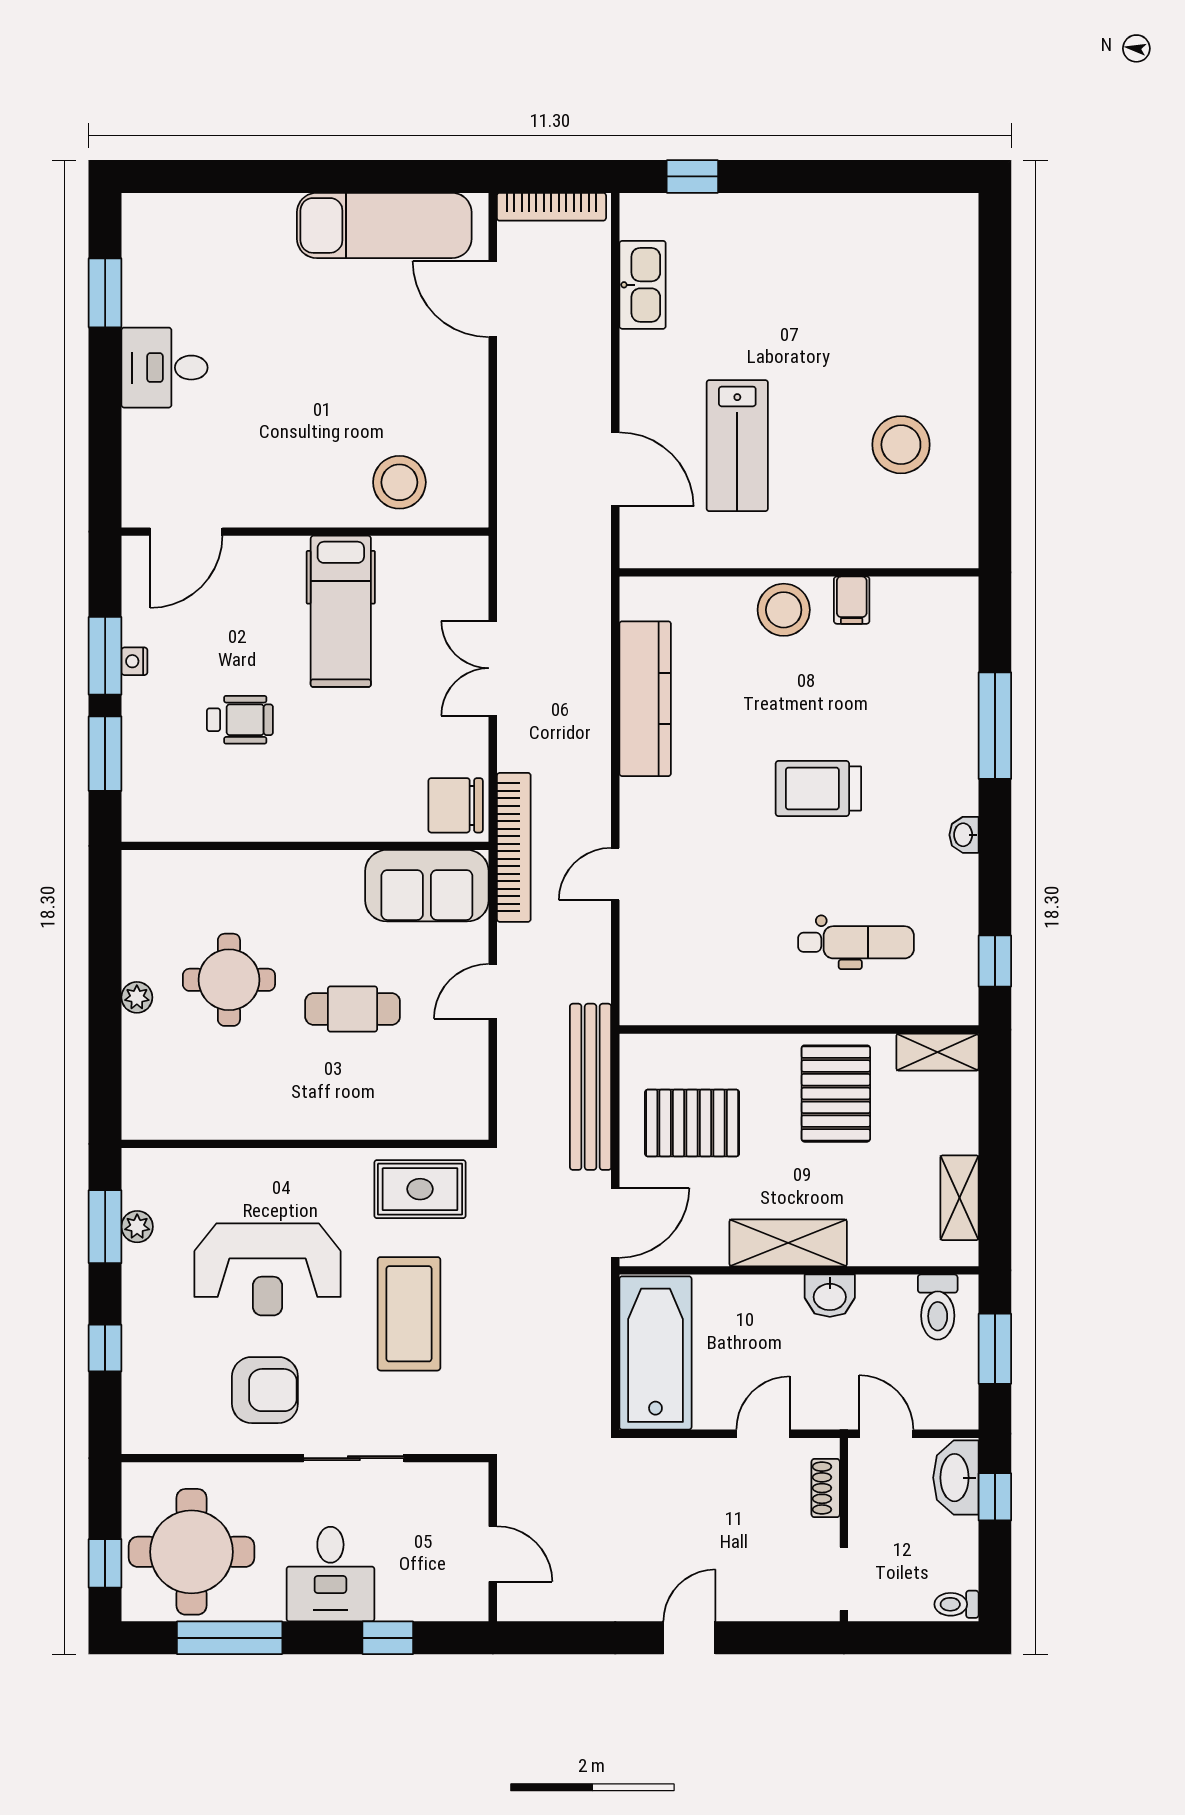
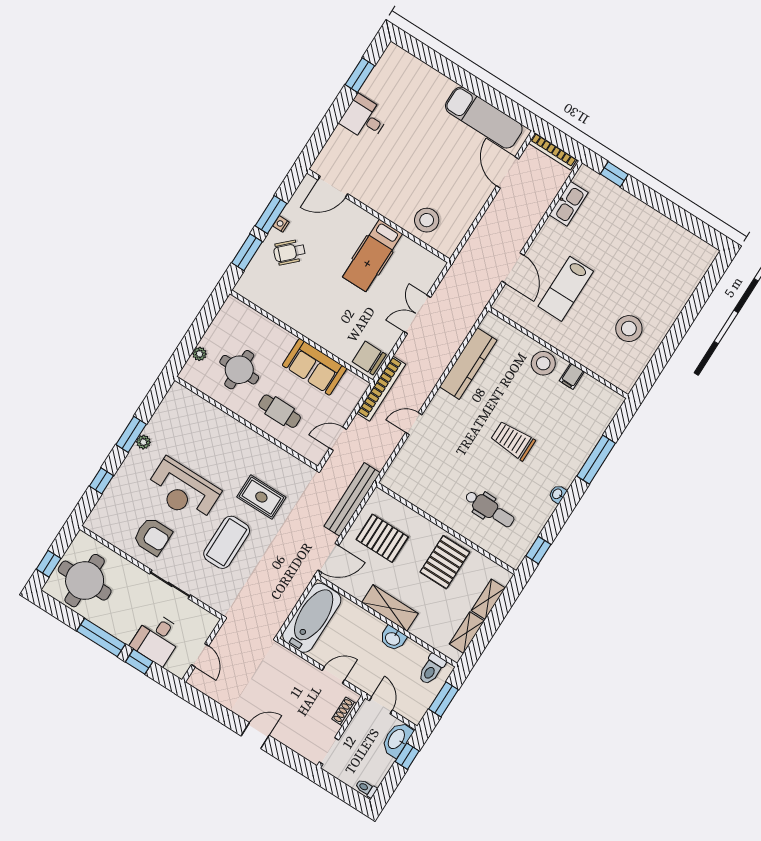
wheelchair: (240, 720) -> (290, 252), moved, turned 136
sofa: (427, 886) -> (315, 367), moved
shelving: (937, 1052) -> (488, 599), moved, turned 90
wall: (305, 1144) -> (246, 423), moved
desk: (330, 1574) -> (157, 639), moved
window: (230, 1638) -> (101, 637), moved

